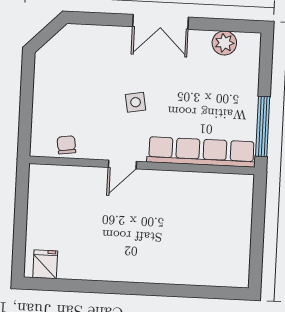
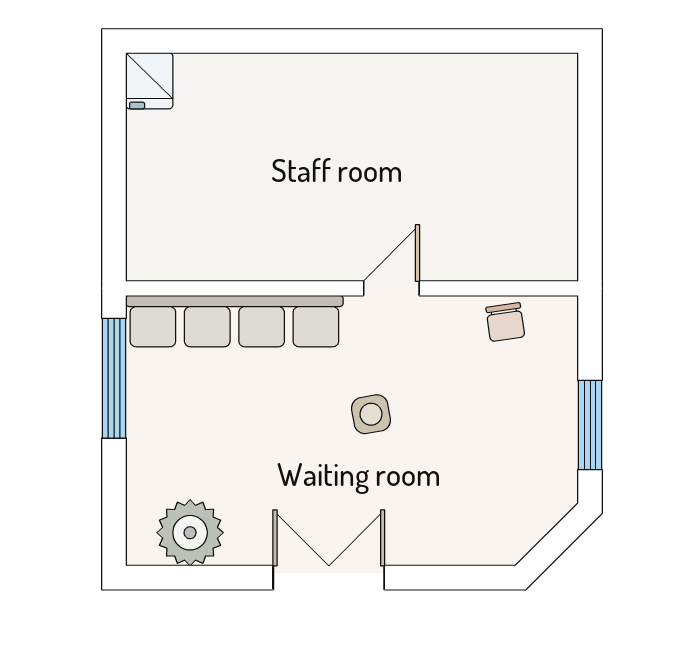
plant: (224, 43) -> (190, 533), width x1.36, depth x1.36
window: (27, 92) -> (590, 425), added
fridge: (45, 264) -> (149, 81), moved

